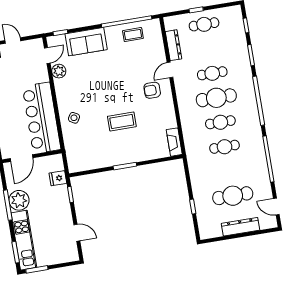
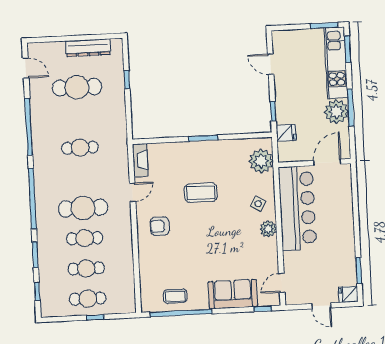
dresser: (174, 45) -> (127, 278), removed
door: (170, 70) -> (133, 192), moved
plant: (59, 71) -> (268, 229), moved
armchair: (152, 90) -> (160, 226), turned 180
cafe table: (220, 122) -> (86, 268), moved
plant: (76, 153) -> (261, 161), added
dresser: (240, 227) -> (88, 48), moved

